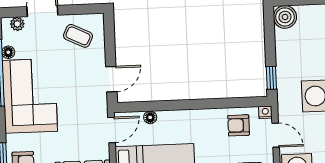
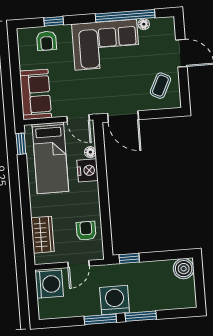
plant: (17, 24) -> (169, 31), removed
door: (111, 79) -> (123, 116), width x1.38
nightstand: (265, 112) -> (88, 170), moved, width x1.89, depth x1.79

